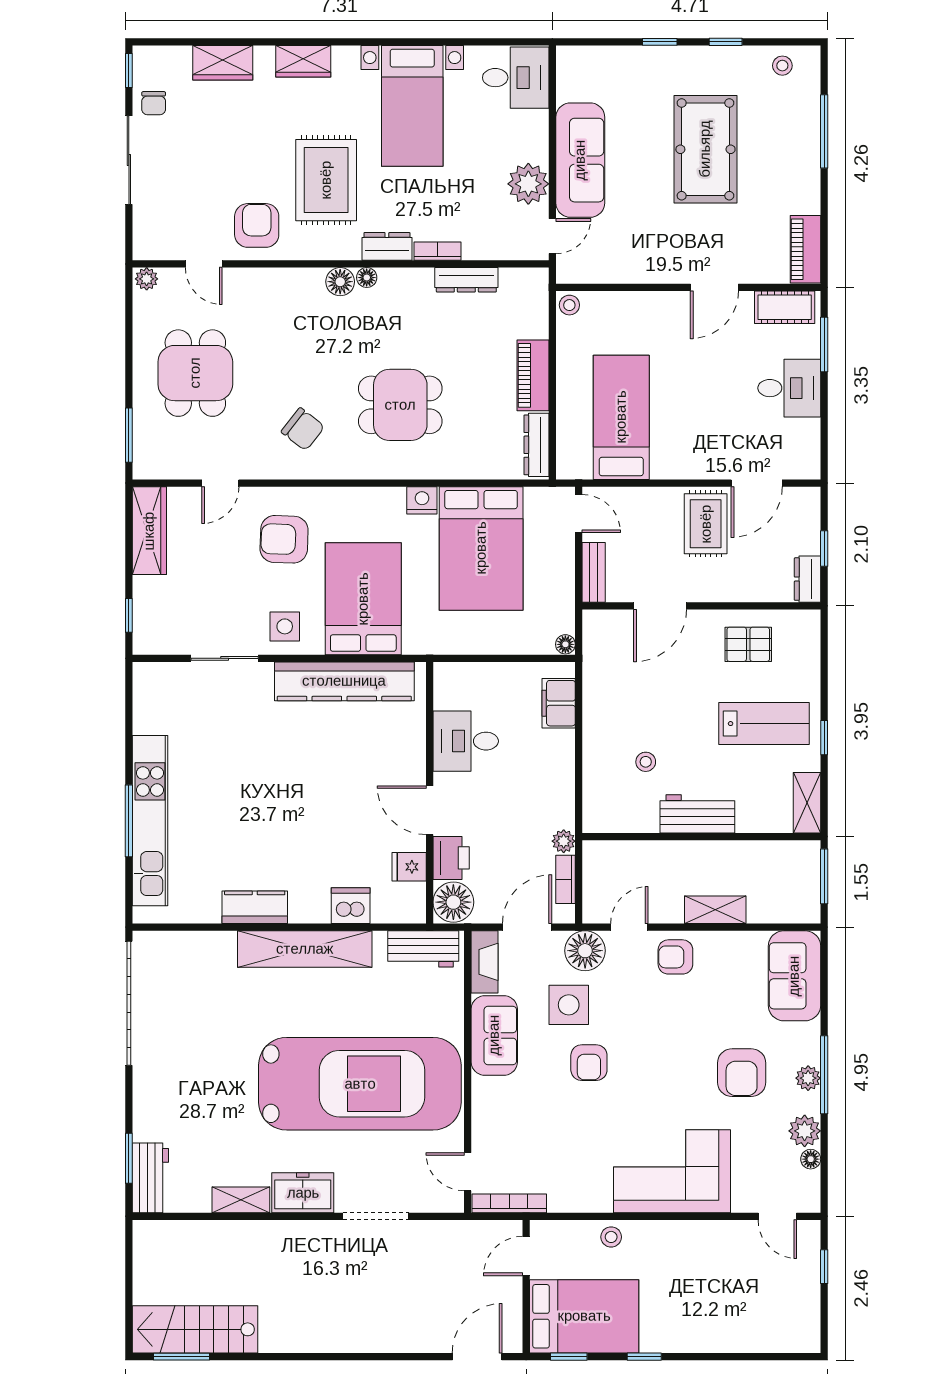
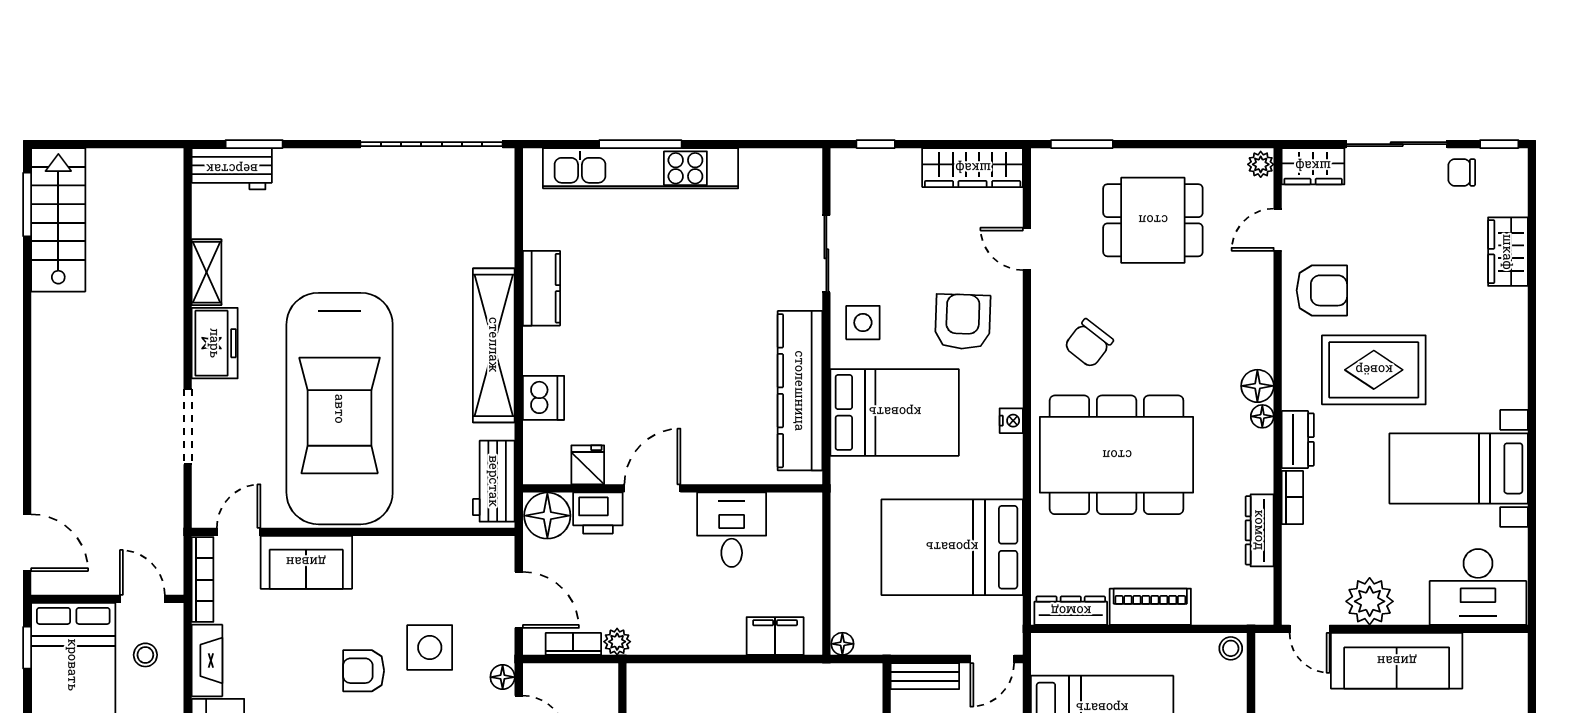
wardrobe: (303, 61) -> (1313, 166), moved, turned -90
desk: (516, 78) -> (1478, 587), width x1.37
dining table: (400, 405) -> (1117, 455), width x1.88, depth x1.24
nightstand: (422, 500) -> (1011, 421), moved, width x0.72, depth x0.74
floor lamp: (585, 951) -> (503, 677), width x0.53, depth x0.53
fireplace: (485, 962) -> (207, 660), moved, turned -90
sofa: (494, 1035) -> (306, 562), moved
stool: (611, 1237) -> (145, 655), moved

